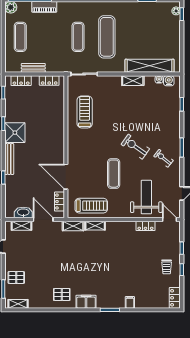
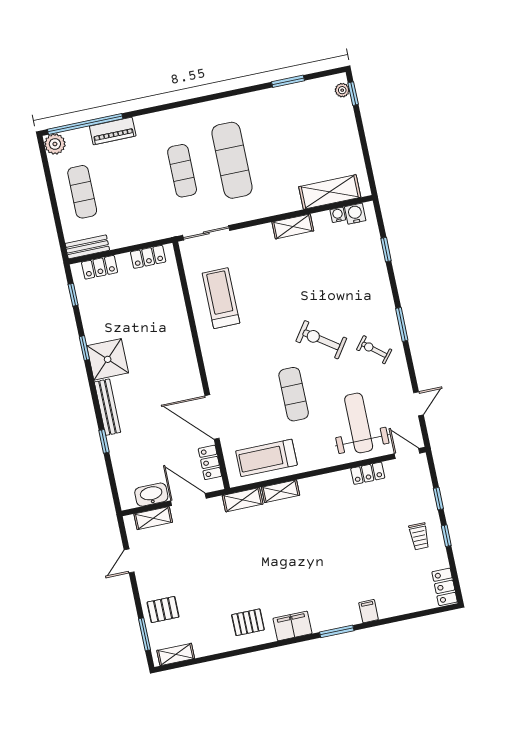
shelving: (150, 66) -> (330, 192), width x0.68
bench: (33, 68) -> (87, 247), moved
treadmill: (91, 206) -> (266, 458), turned 180

